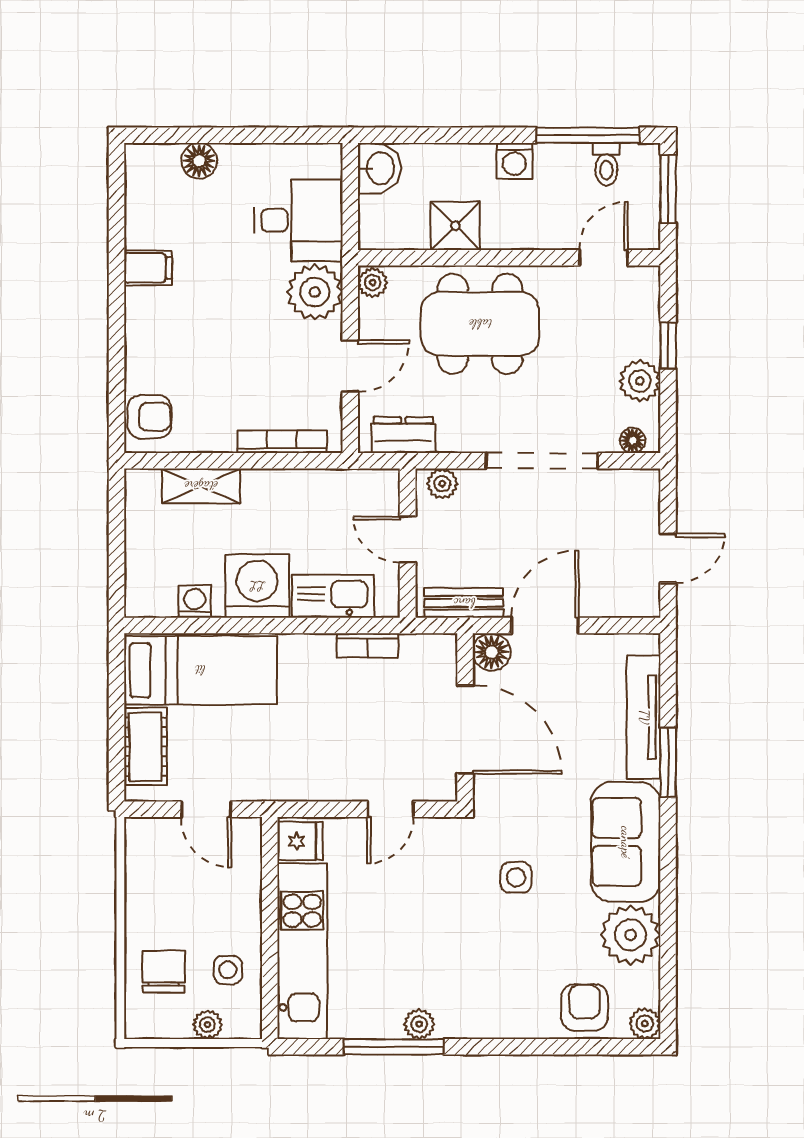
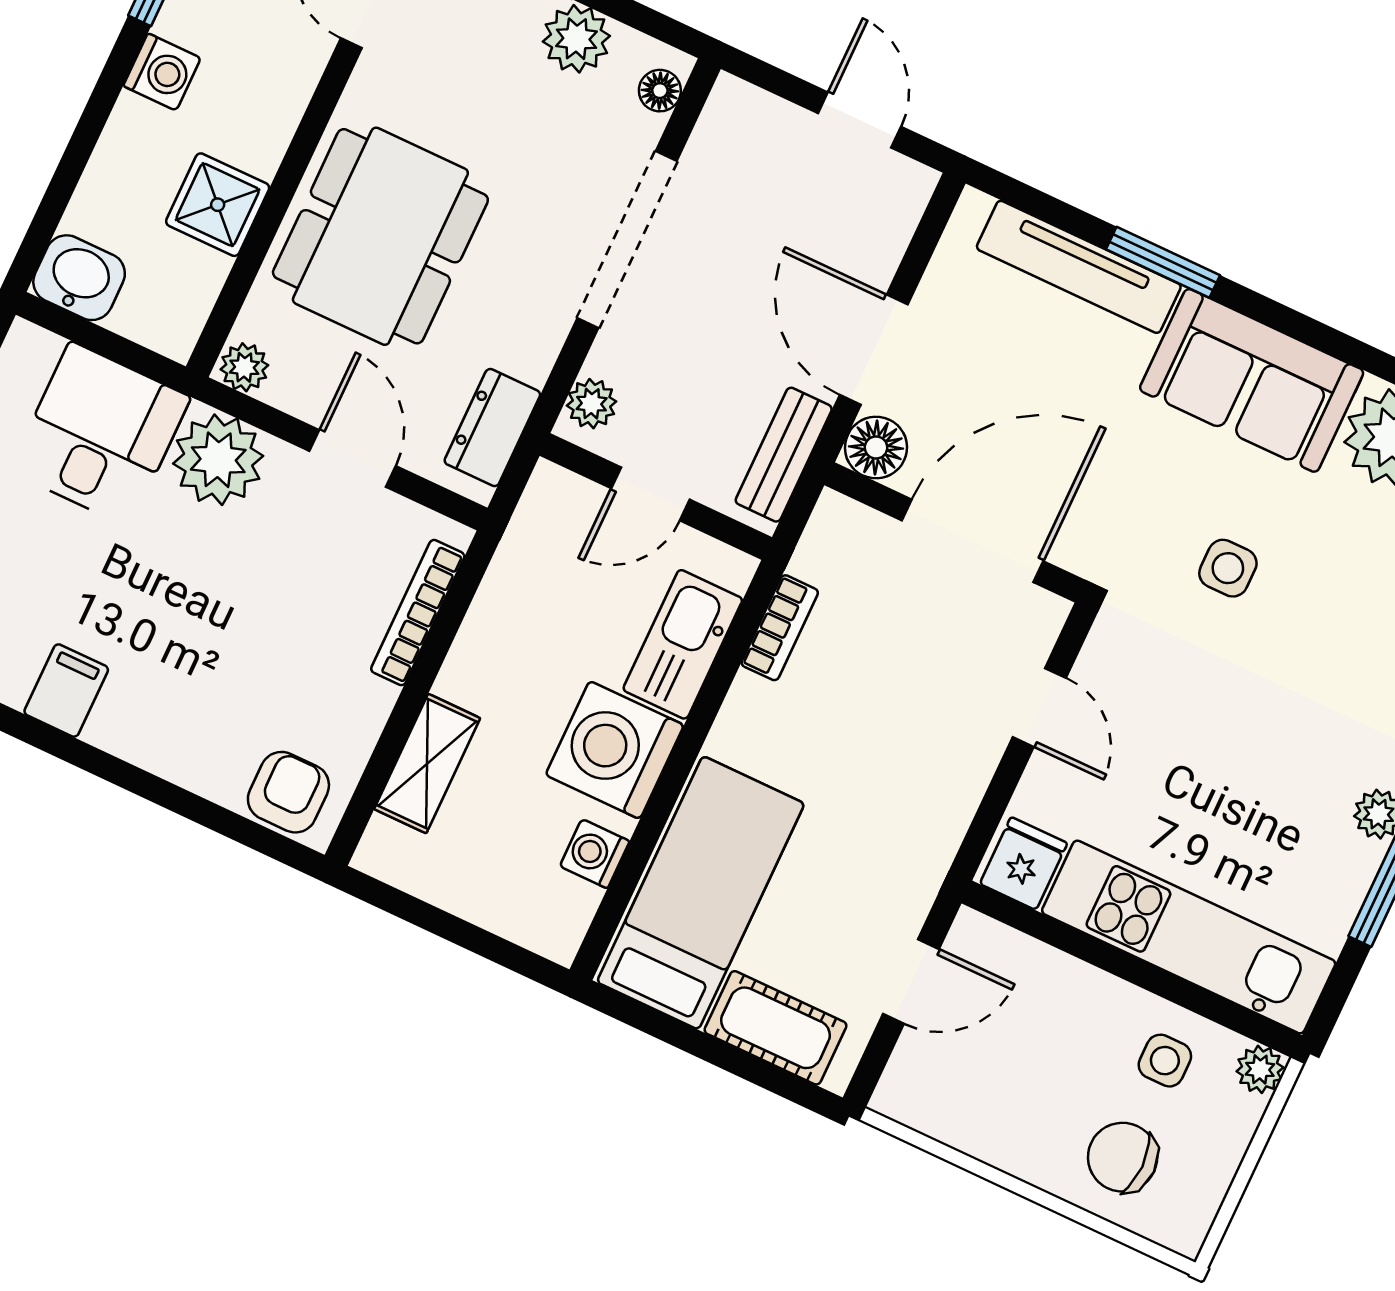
plant: (207, 1025) -> (1260, 1069), moved

